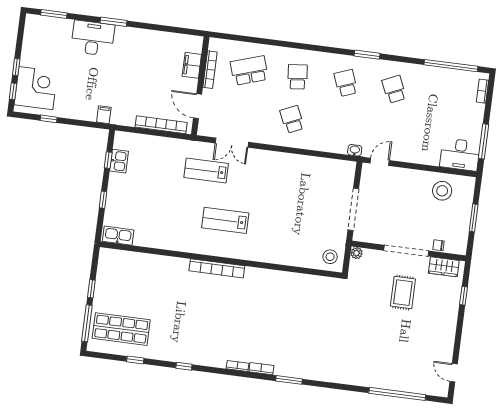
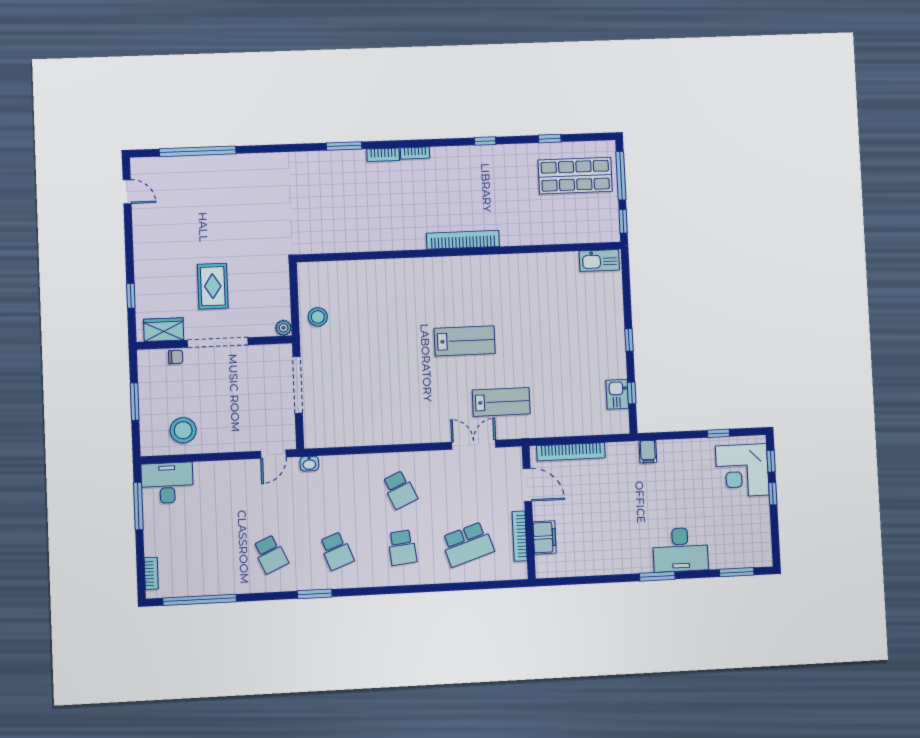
kitchen sink: (118, 236) -> (599, 261), moved
wall: (221, 260) -> (459, 252), moved
bookcase: (217, 268) -> (463, 240), moved

